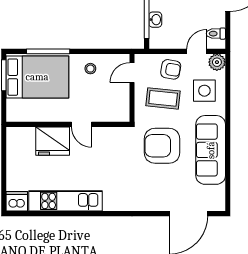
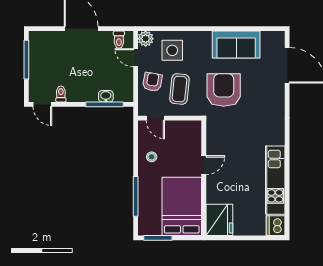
bed: (37, 77) -> (182, 206), moved
fridge: (53, 141) -> (219, 220), moved
armchair: (162, 146) -> (224, 90), turned 180
sofa: (211, 150) -> (236, 45), width x0.73

